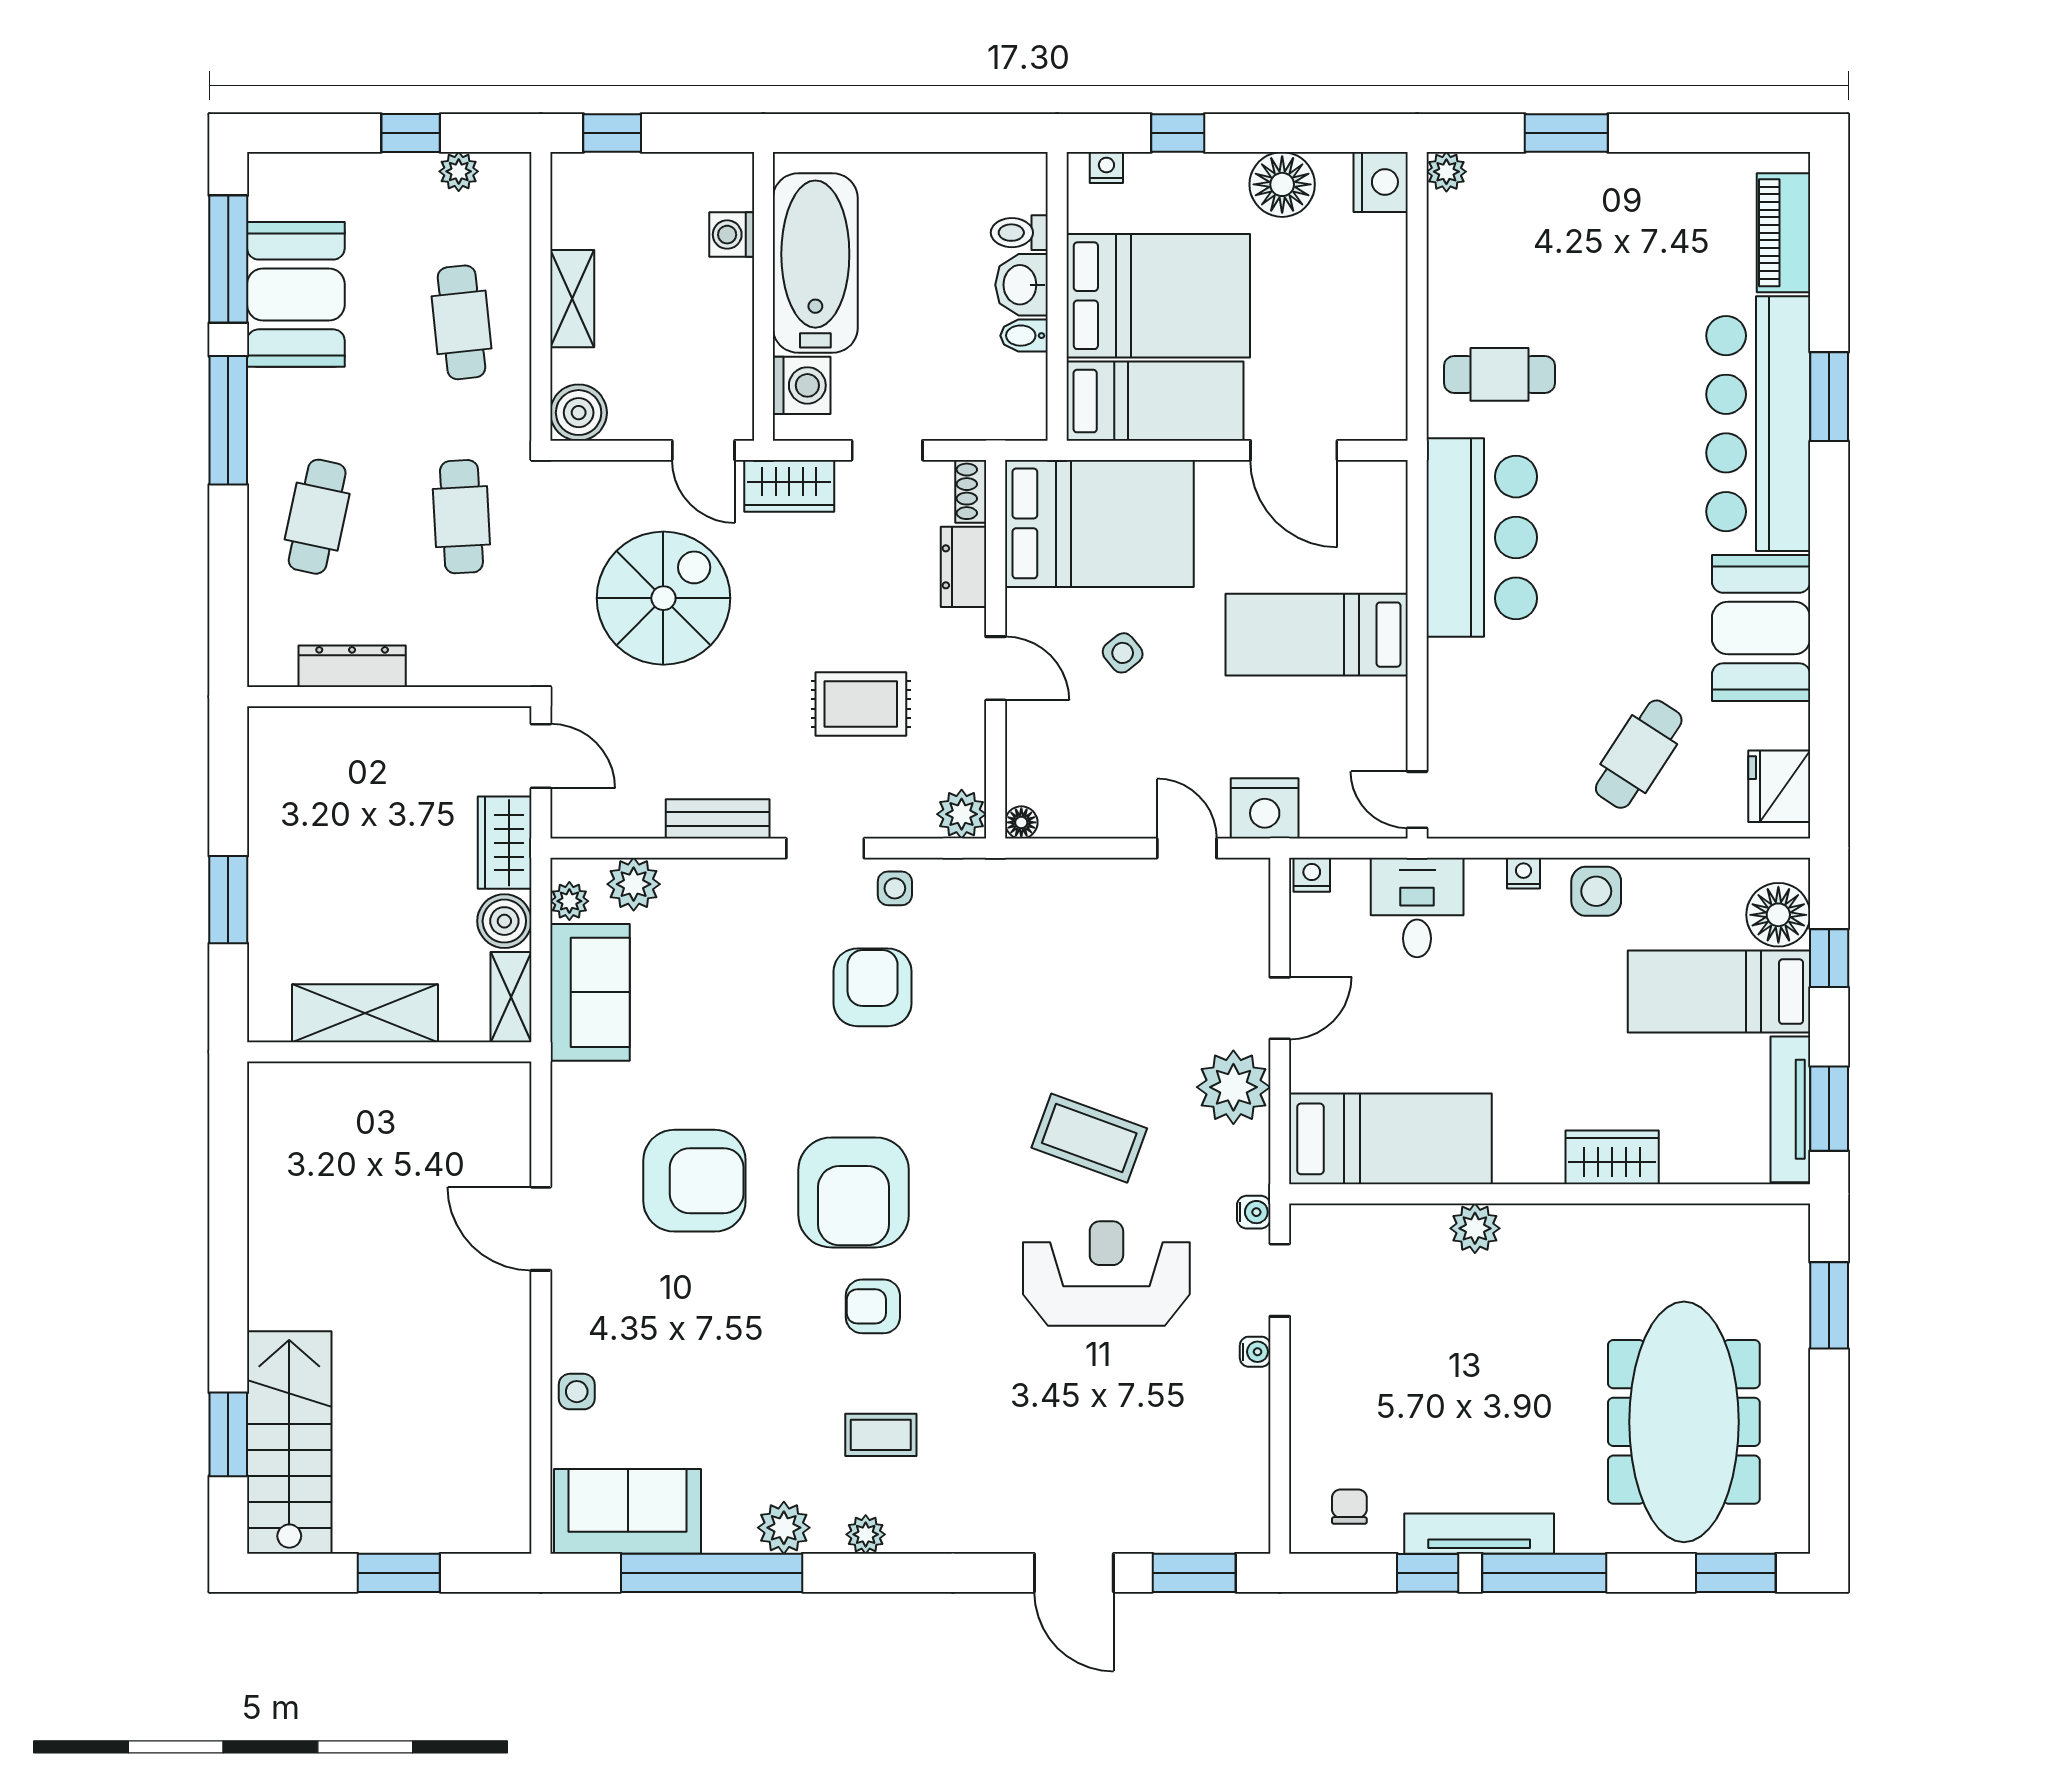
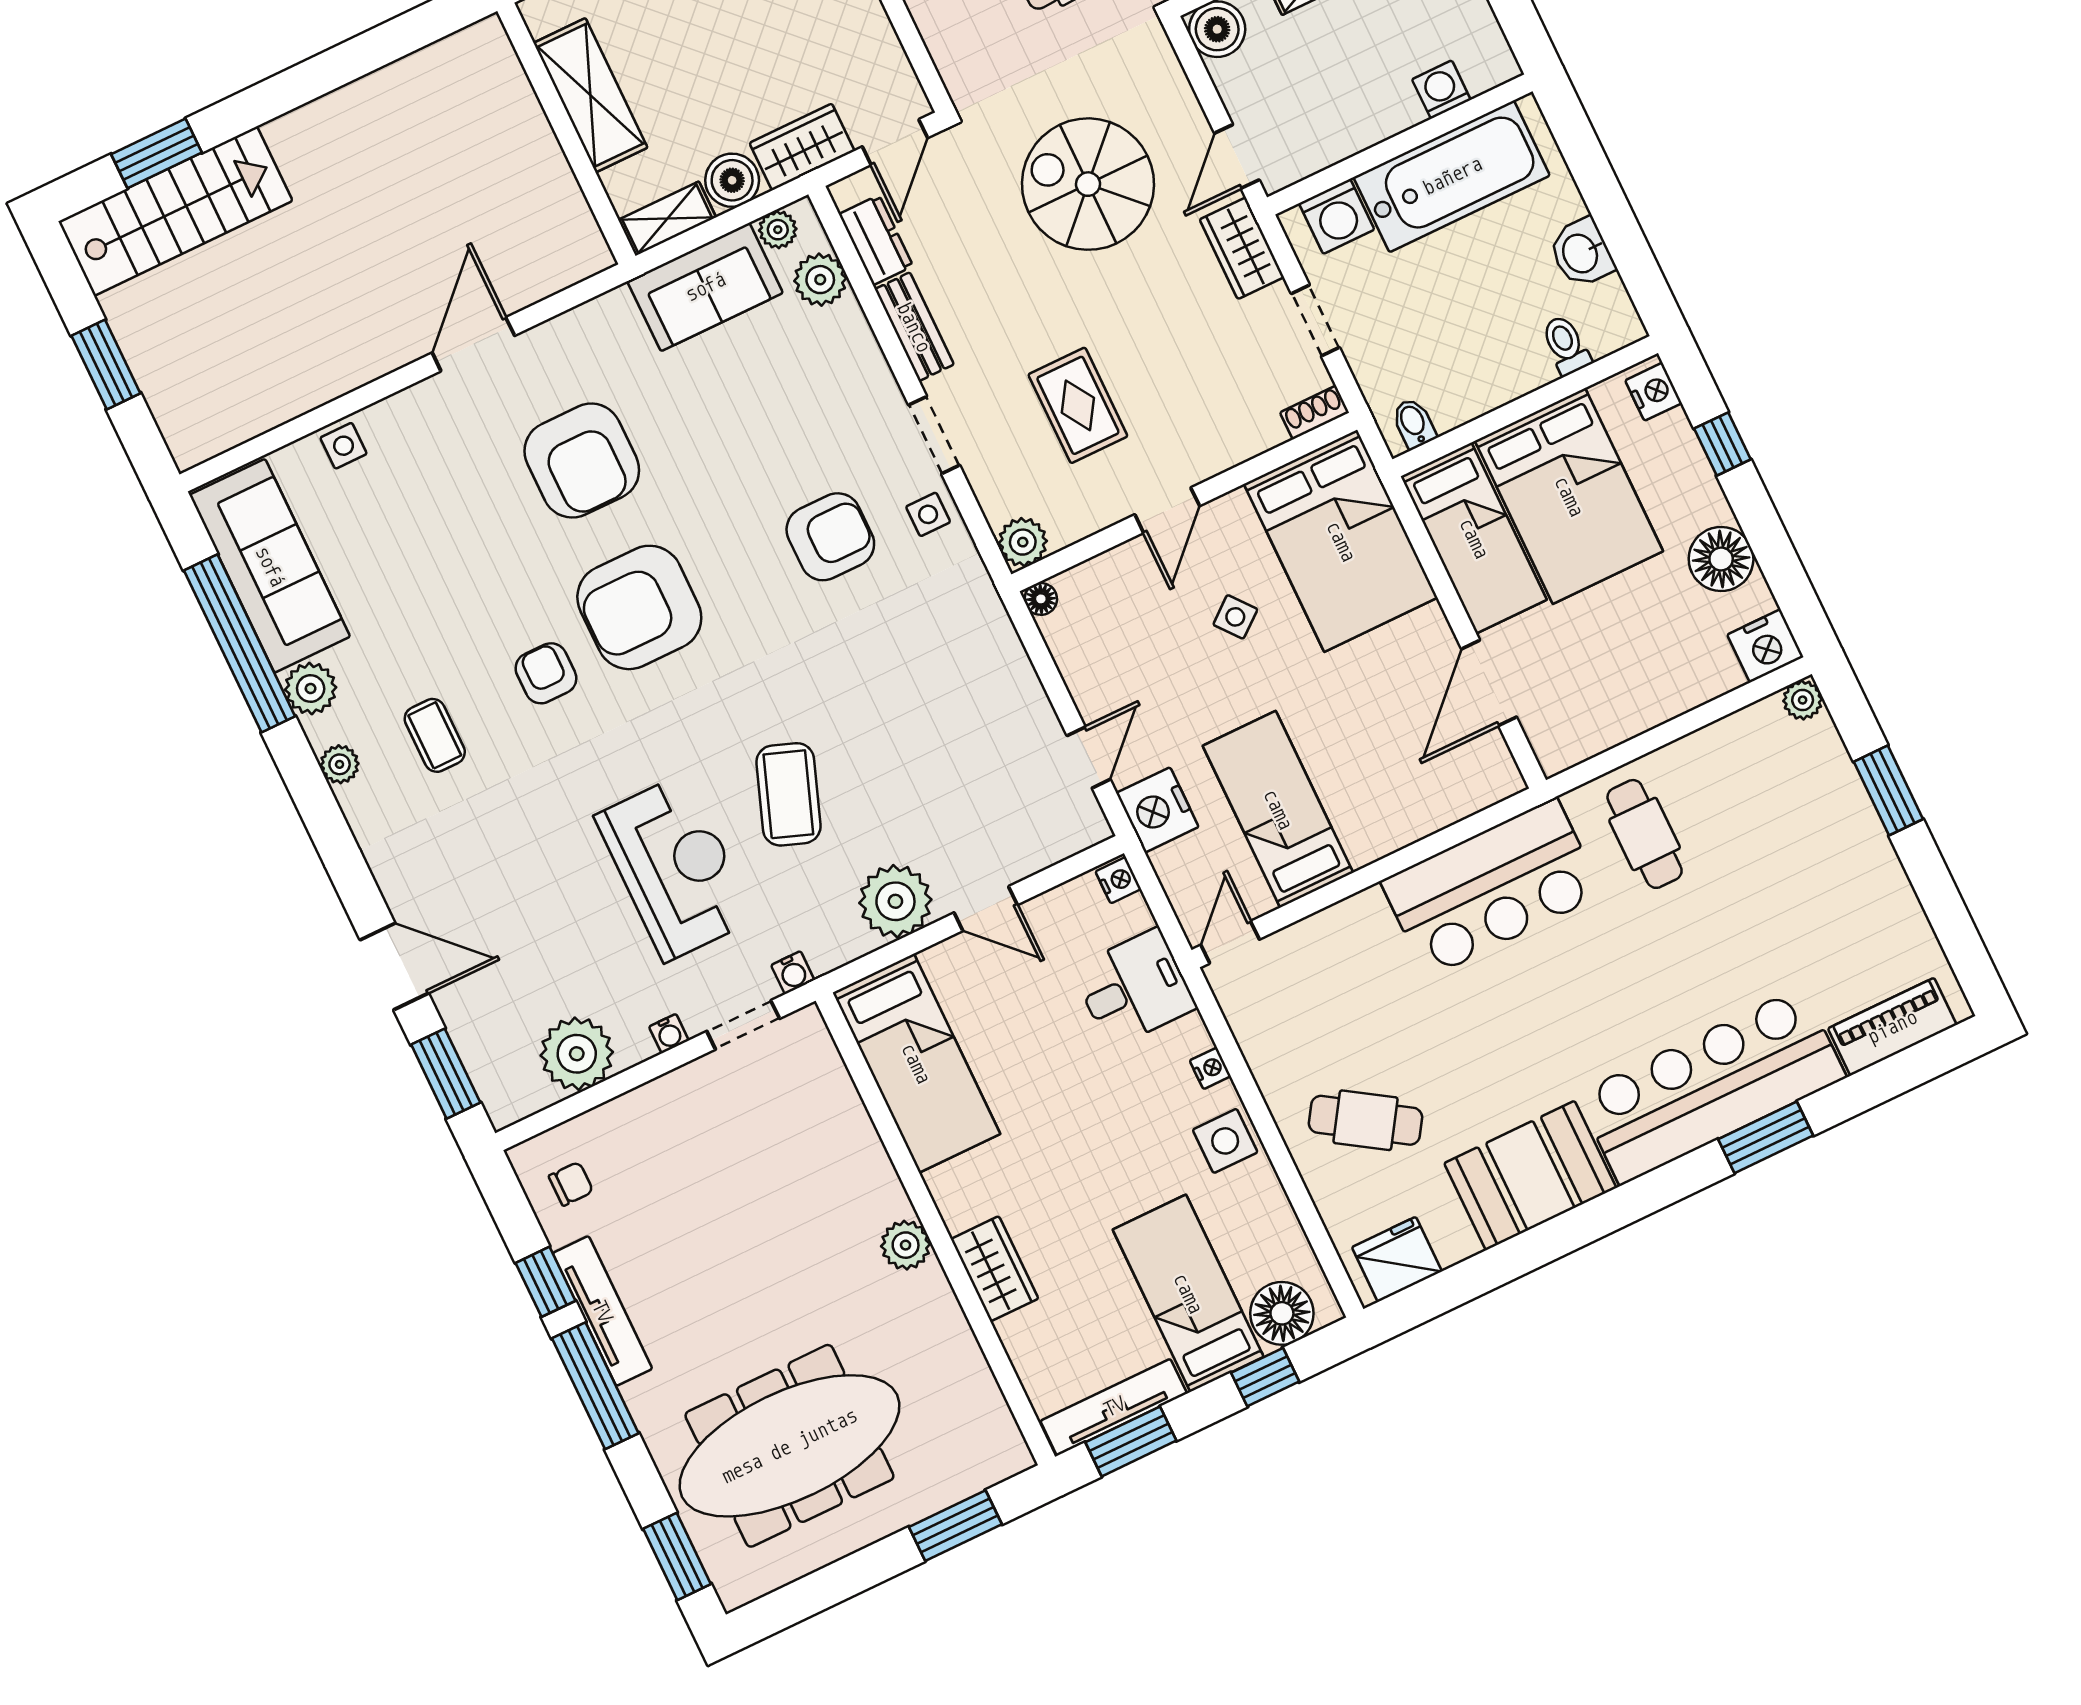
nightstand: (1106, 167) -> (1654, 392), width x1.39, depth x1.35
washbasin: (1021, 285) -> (1581, 253), moved, turned -90
bidet: (1024, 336) -> (1414, 423), moved
dresser: (963, 567) -> (876, 240), moved, turned 90
spiral stairs: (663, 598) -> (1088, 184), turned 180
bed: (1317, 635) -> (1278, 809), moved
plant: (1475, 1228) -> (906, 1245), moved
plant: (1233, 1445) -> (577, 1054), added
sofa: (628, 1511) -> (270, 566), width x1.36
door: (1074, 1573) -> (394, 966), swing flipped

